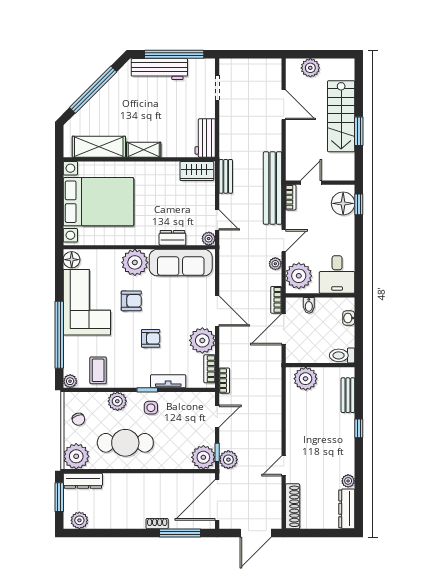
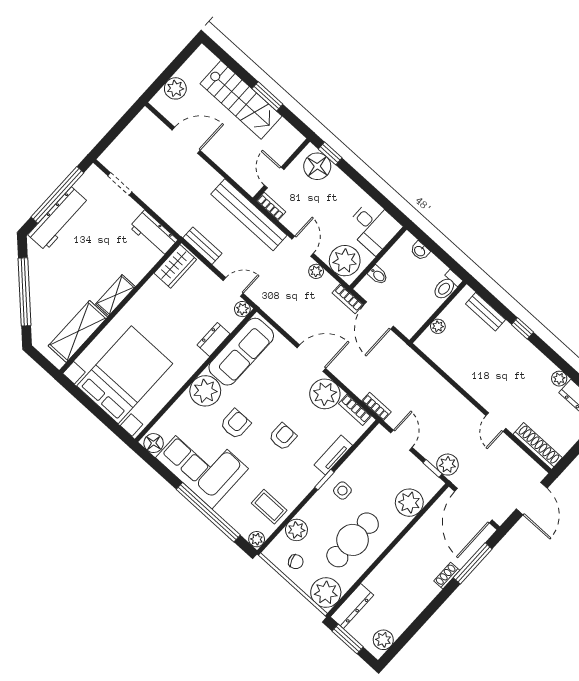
plant: (306, 379) -> (438, 326), width x0.53, depth x0.53
plant: (117, 401) -> (296, 530), moved
plant: (203, 457) -> (409, 503), moved

